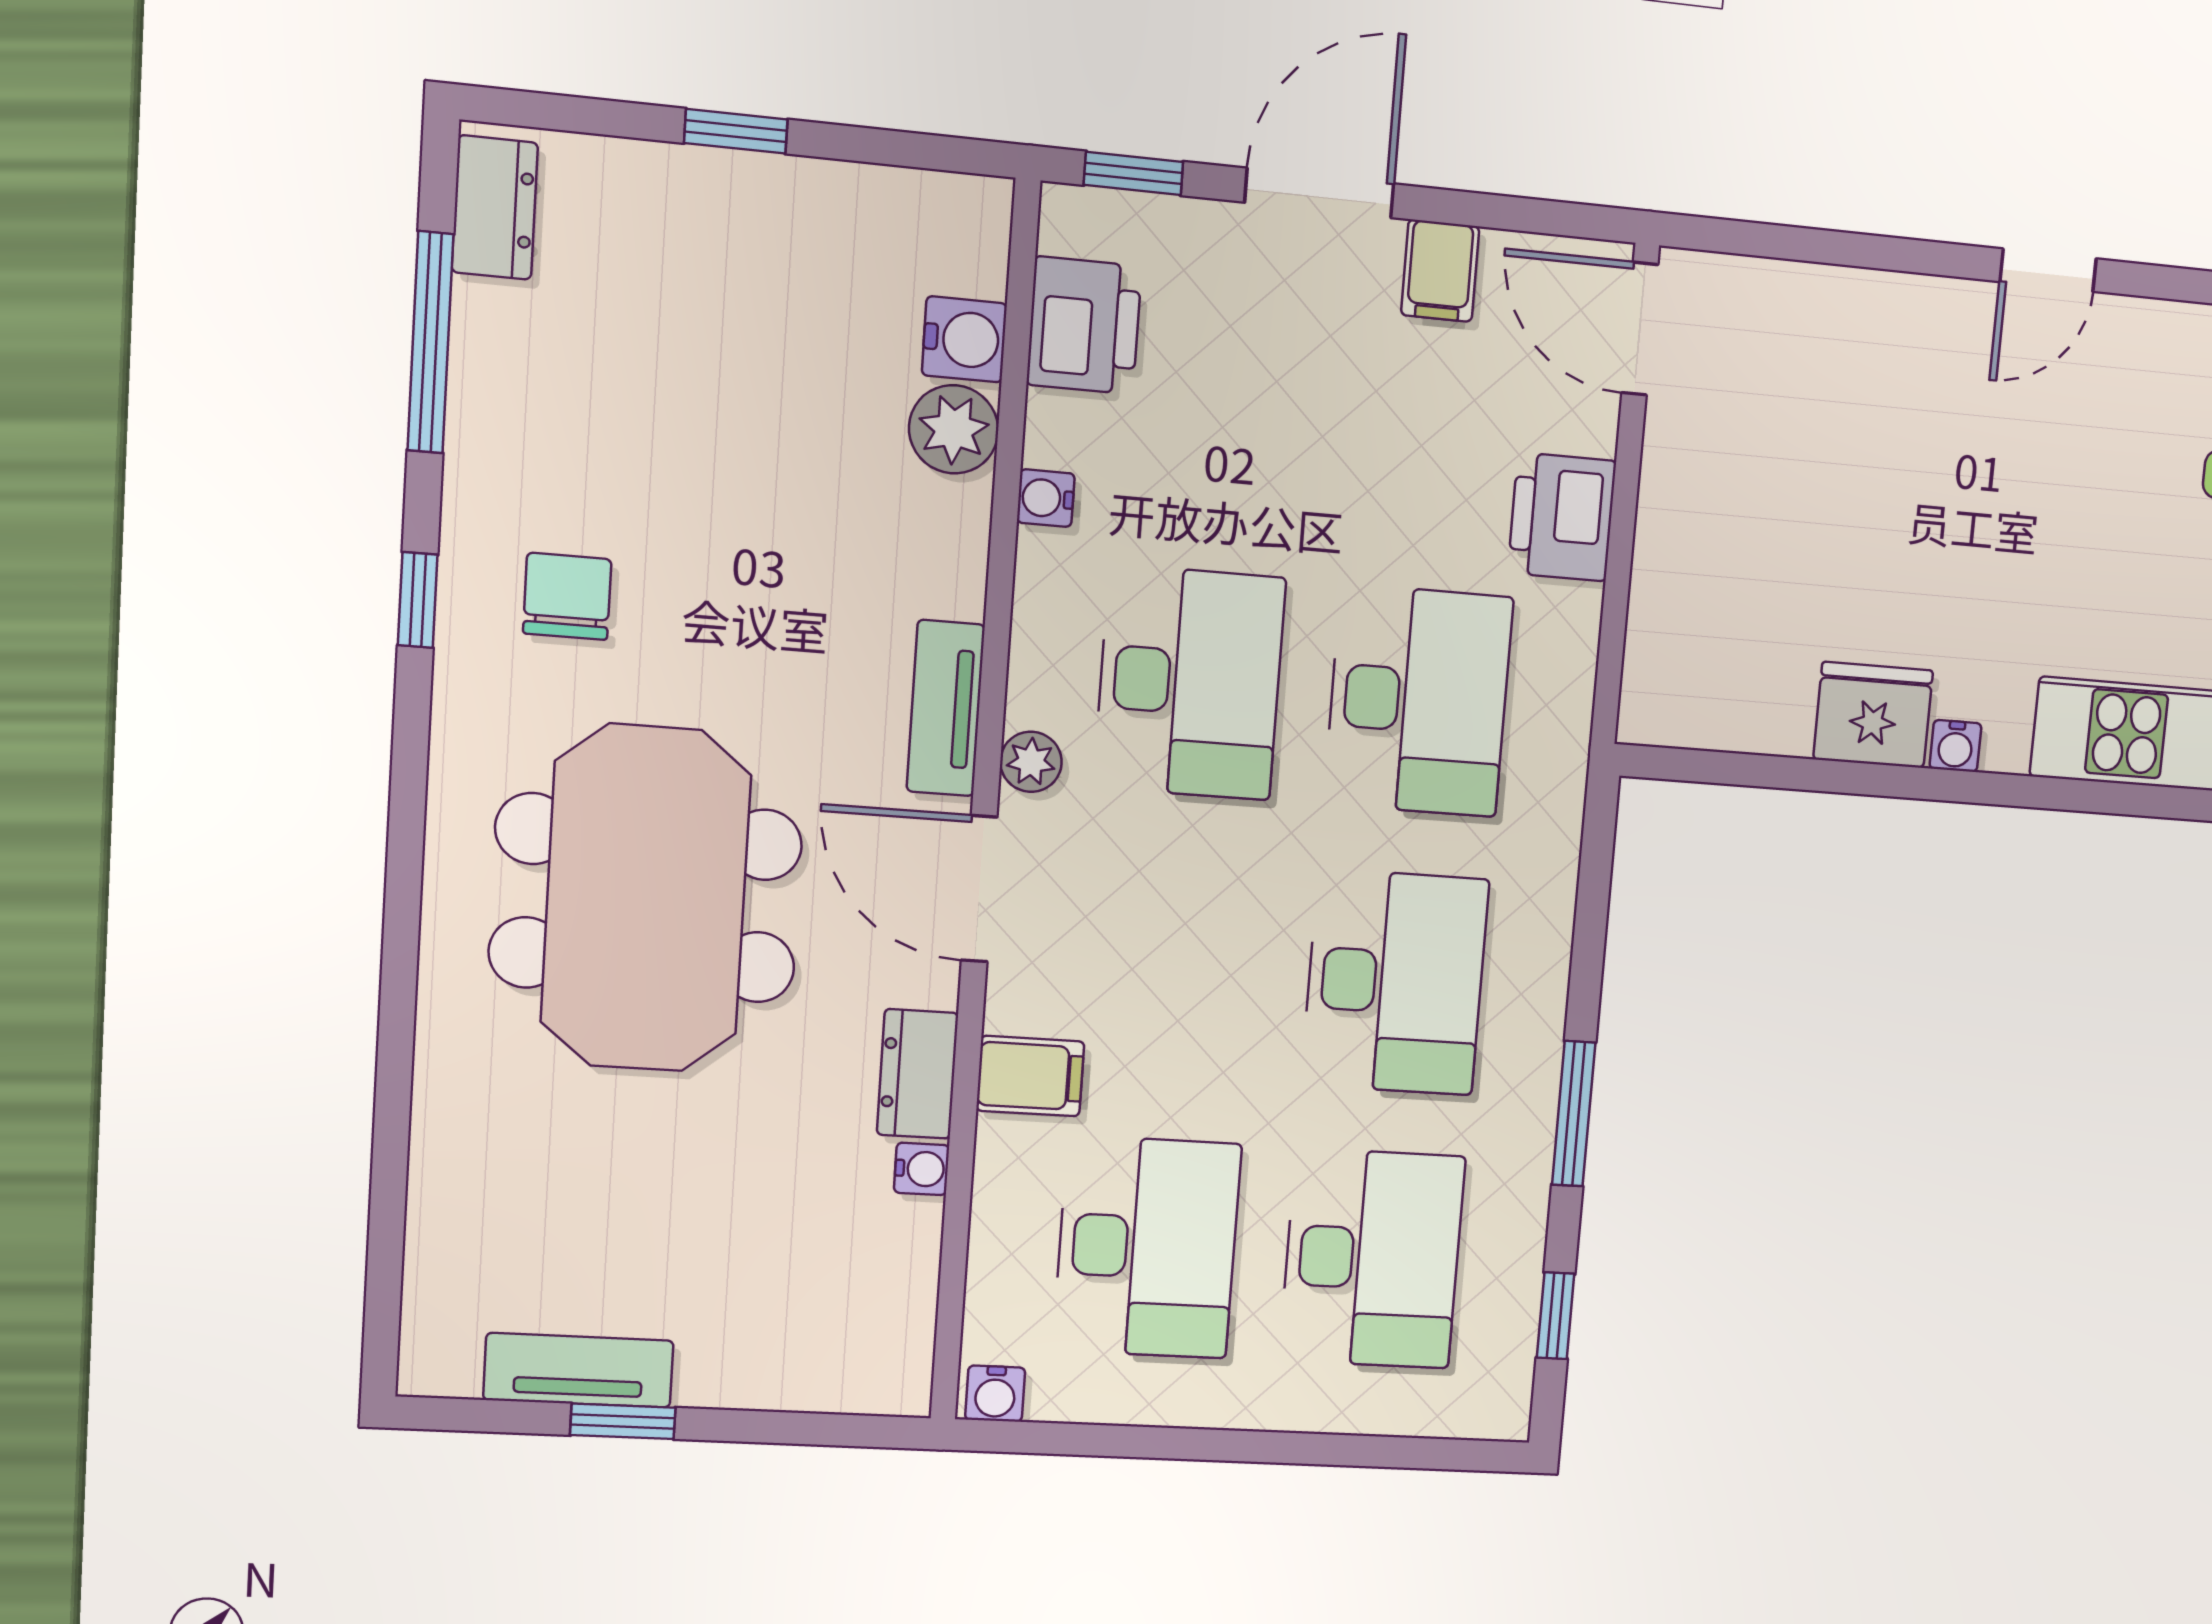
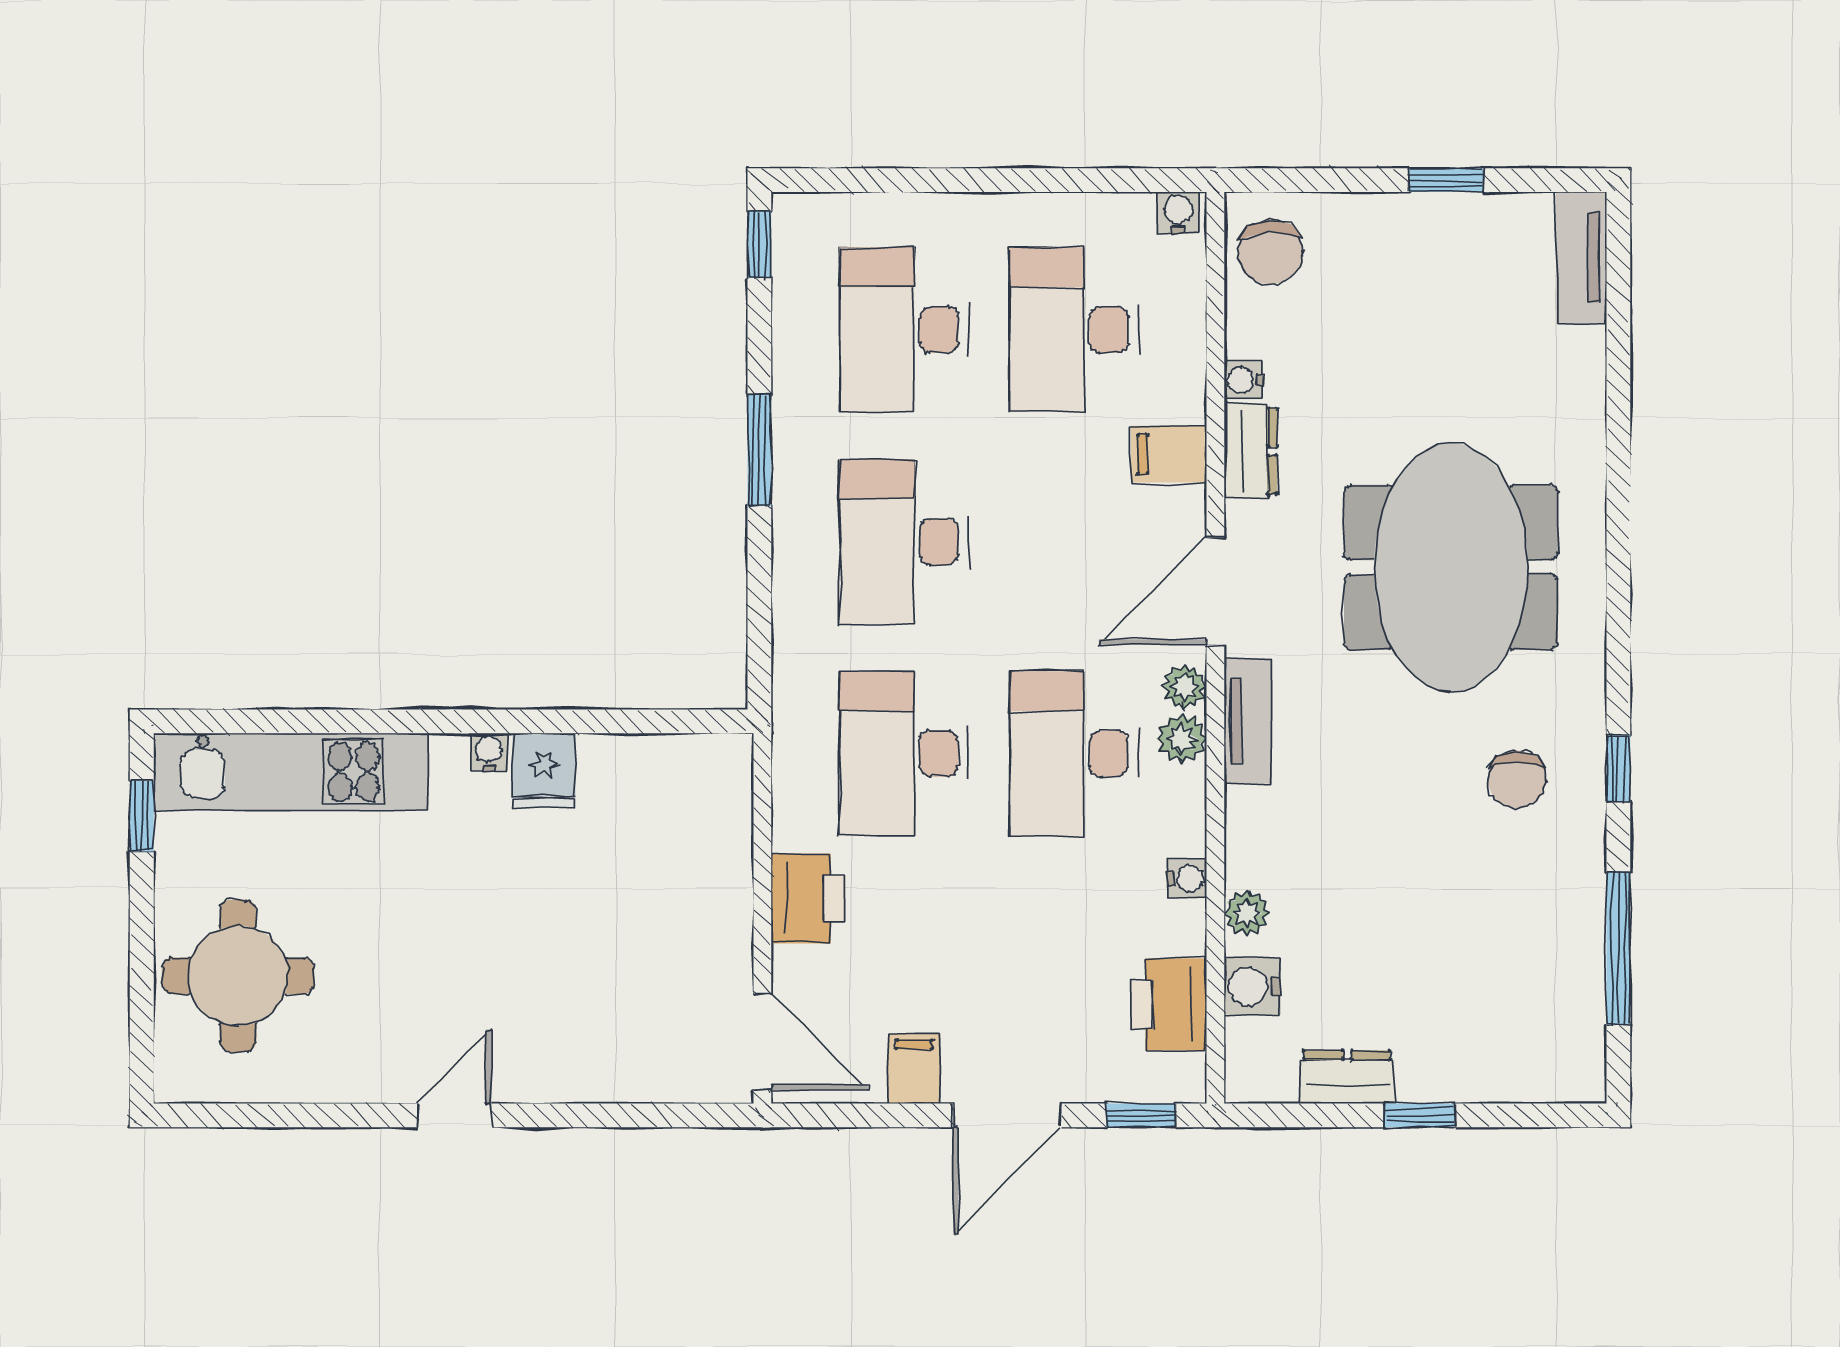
dresser: (495, 208) -> (1347, 1077), moved, turned 90
plant: (954, 429) -> (1247, 913), width x0.73, depth x0.73
plant: (1040, 691) -> (1181, 739), added
fridge: (1873, 715) -> (544, 770), width x0.72
door: (979, 889) -> (1215, 591), swing flipped
window: (1556, 1316) -> (759, 244), moved
chair: (873, 1336) -> (1270, 252), added
tv unit: (579, 1370) -> (1581, 258), moved, turned 90

